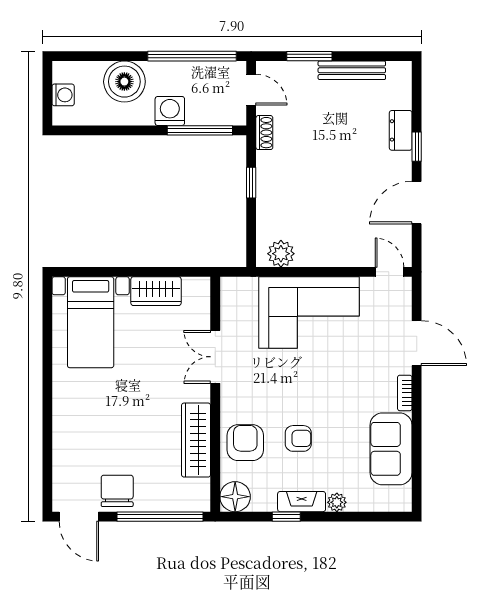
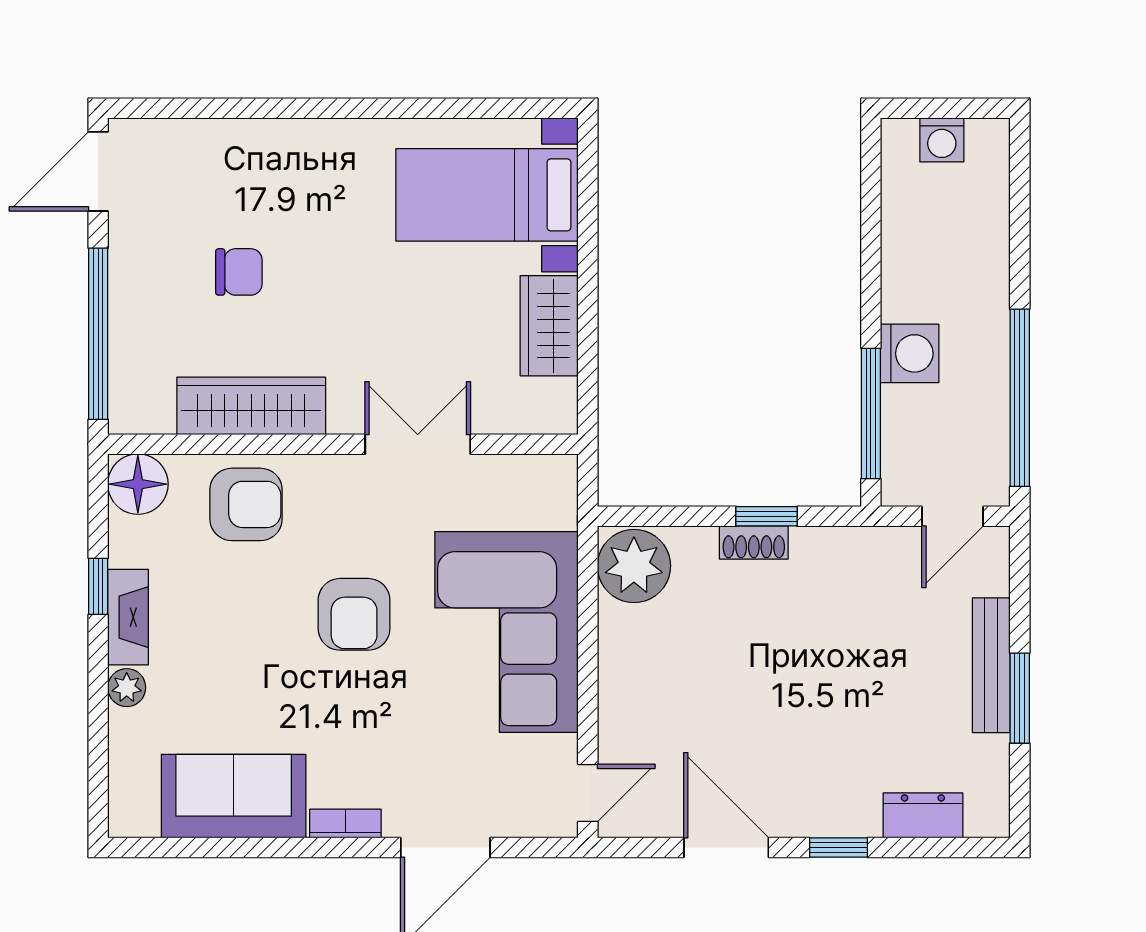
window: (309, 56) -> (1020, 698), moved
bench: (352, 70) -> (991, 665), moved
boiler: (124, 82) -> (969, 263), removed
dresser: (401, 130) -> (923, 815), moved
shoe rack: (264, 133) -> (754, 543), moved
plant: (281, 254) -> (634, 566), width x1.36, depth x1.36
armchair: (298, 438) -> (354, 614), moved, width x1.38, depth x1.38
chair: (117, 491) -> (239, 272), moved, width x0.73, depth x0.73

